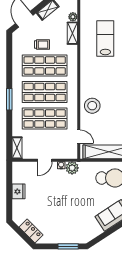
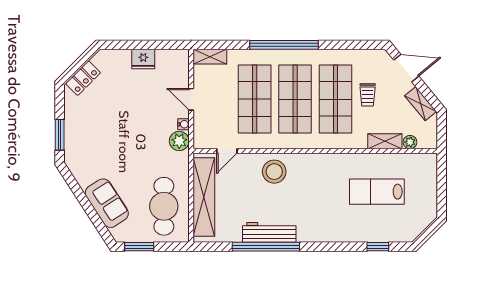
lab bench: (105, 38) -> (377, 192), turned 180
window: (9, 99) -> (284, 45), width x2.11

